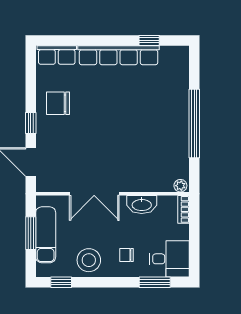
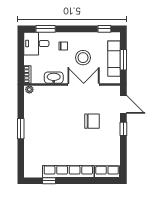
chair: (58, 103) -> (92, 121), moved
window: (194, 123) -> (21, 129), width x0.47
stool: (89, 260) -> (83, 58), moved

